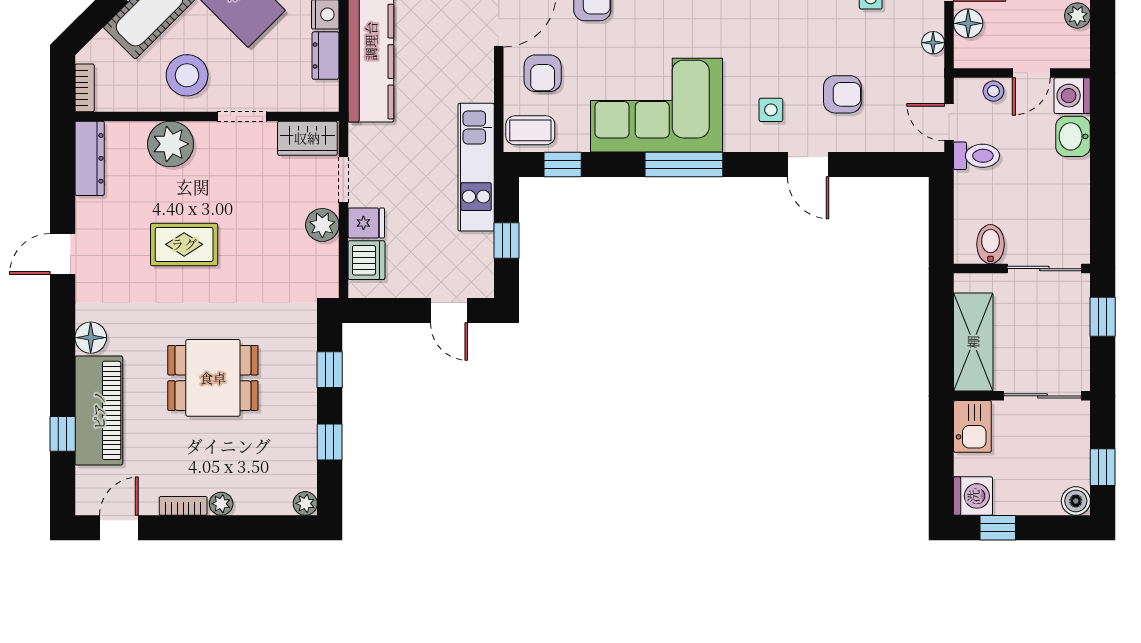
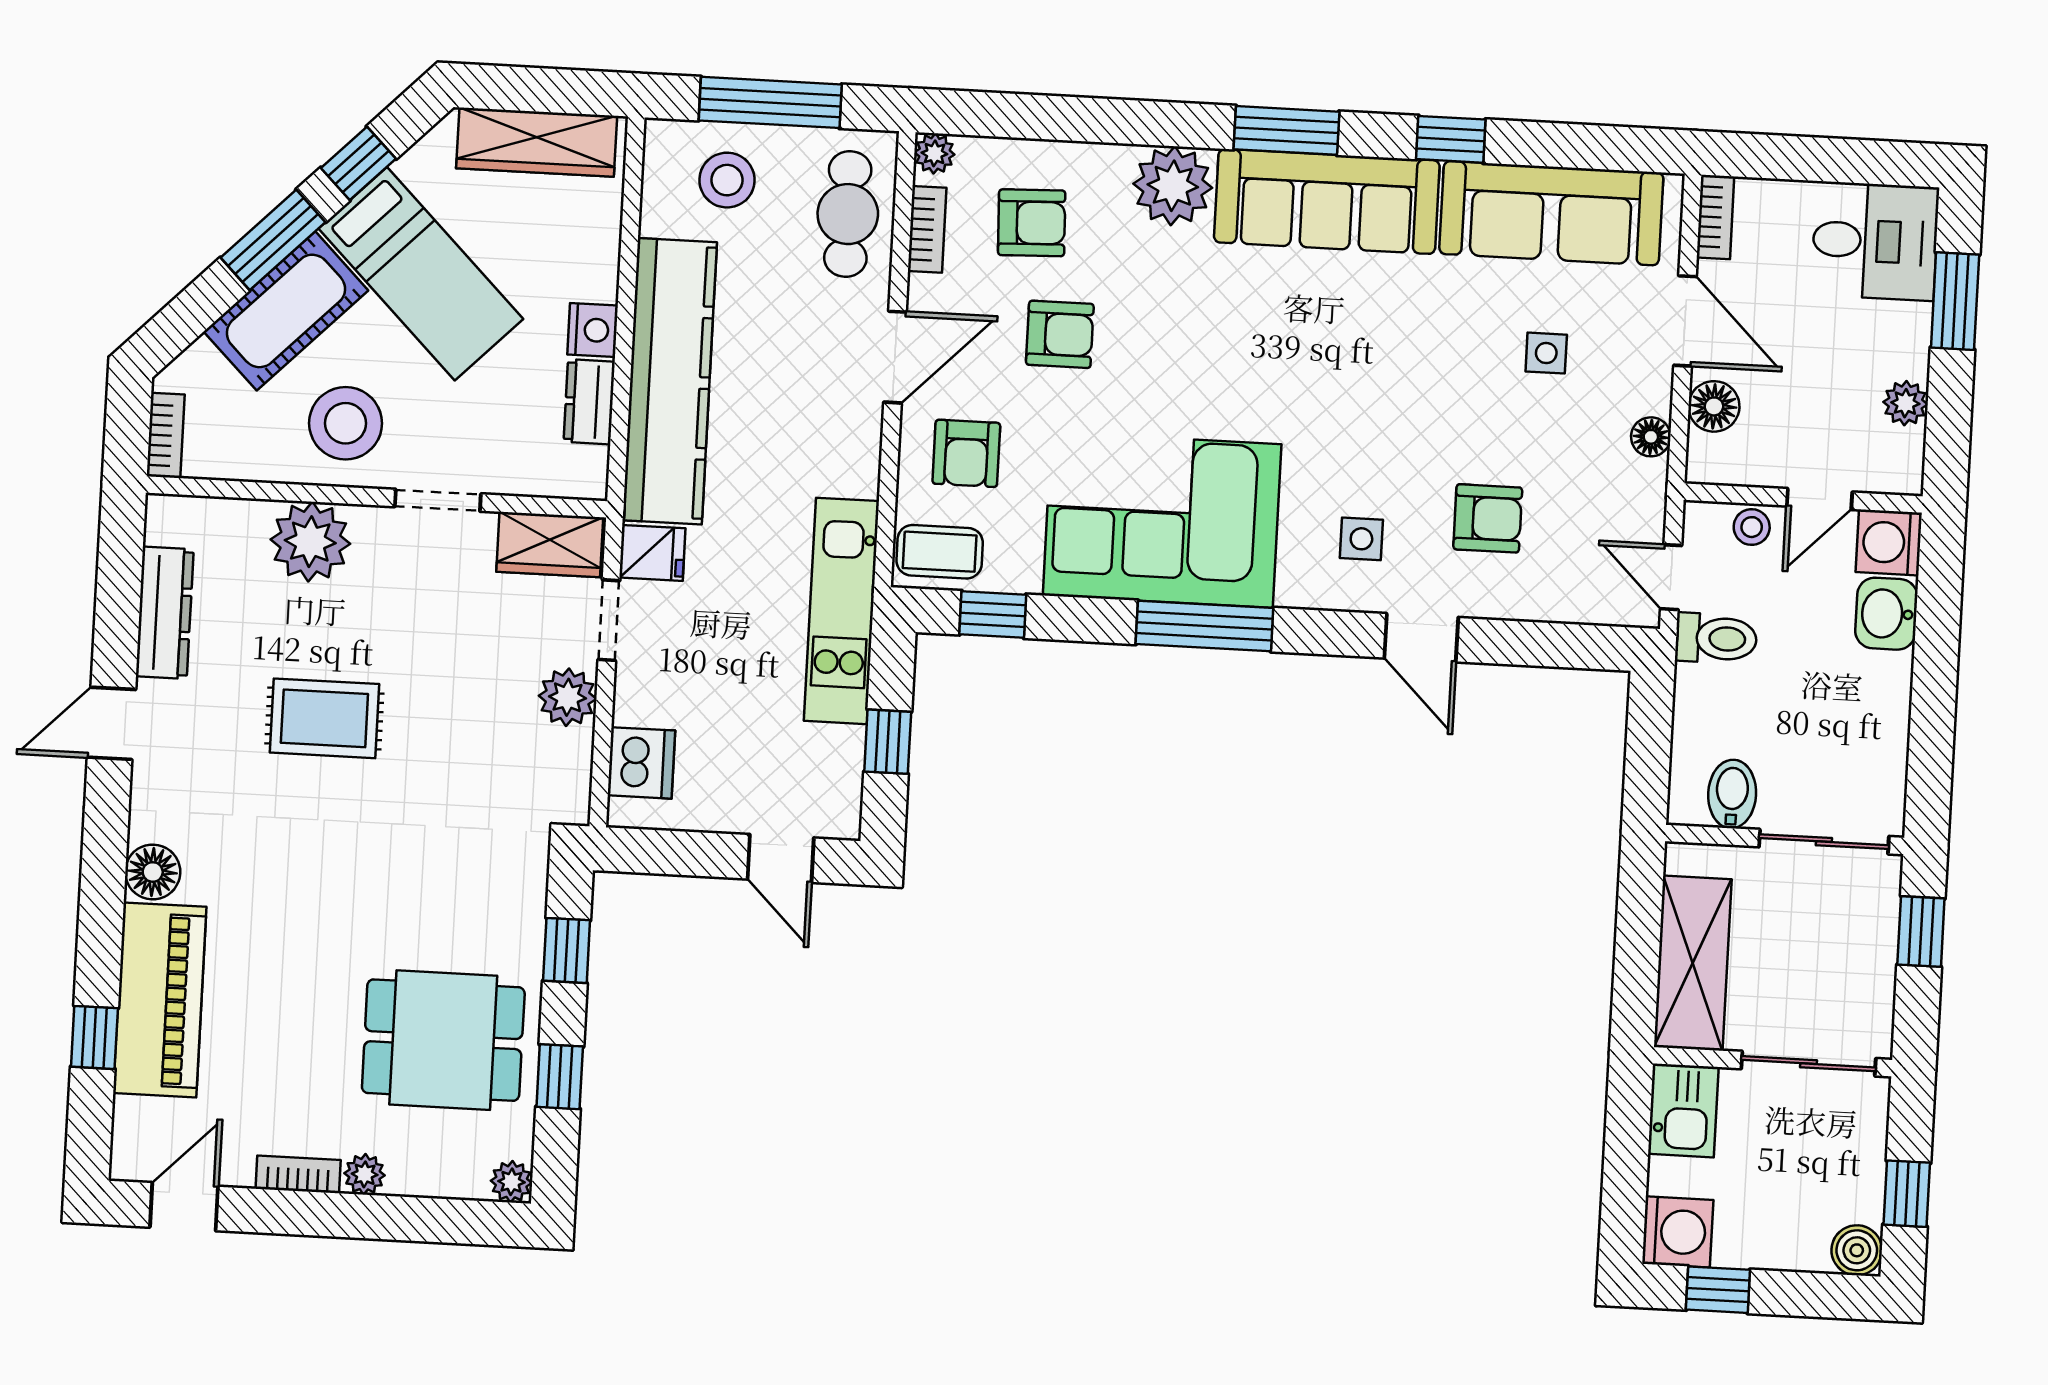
dresser: (90, 158) -> (165, 613), moved
fridge: (366, 223) -> (652, 553), moved
dining table: (213, 378) -> (443, 1040), moved

